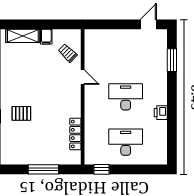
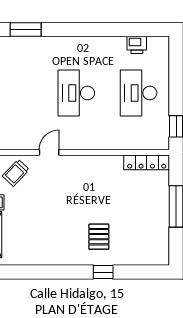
printer: (161, 113) -> (137, 45), moved
locker: (75, 134) -> (147, 162), moved

